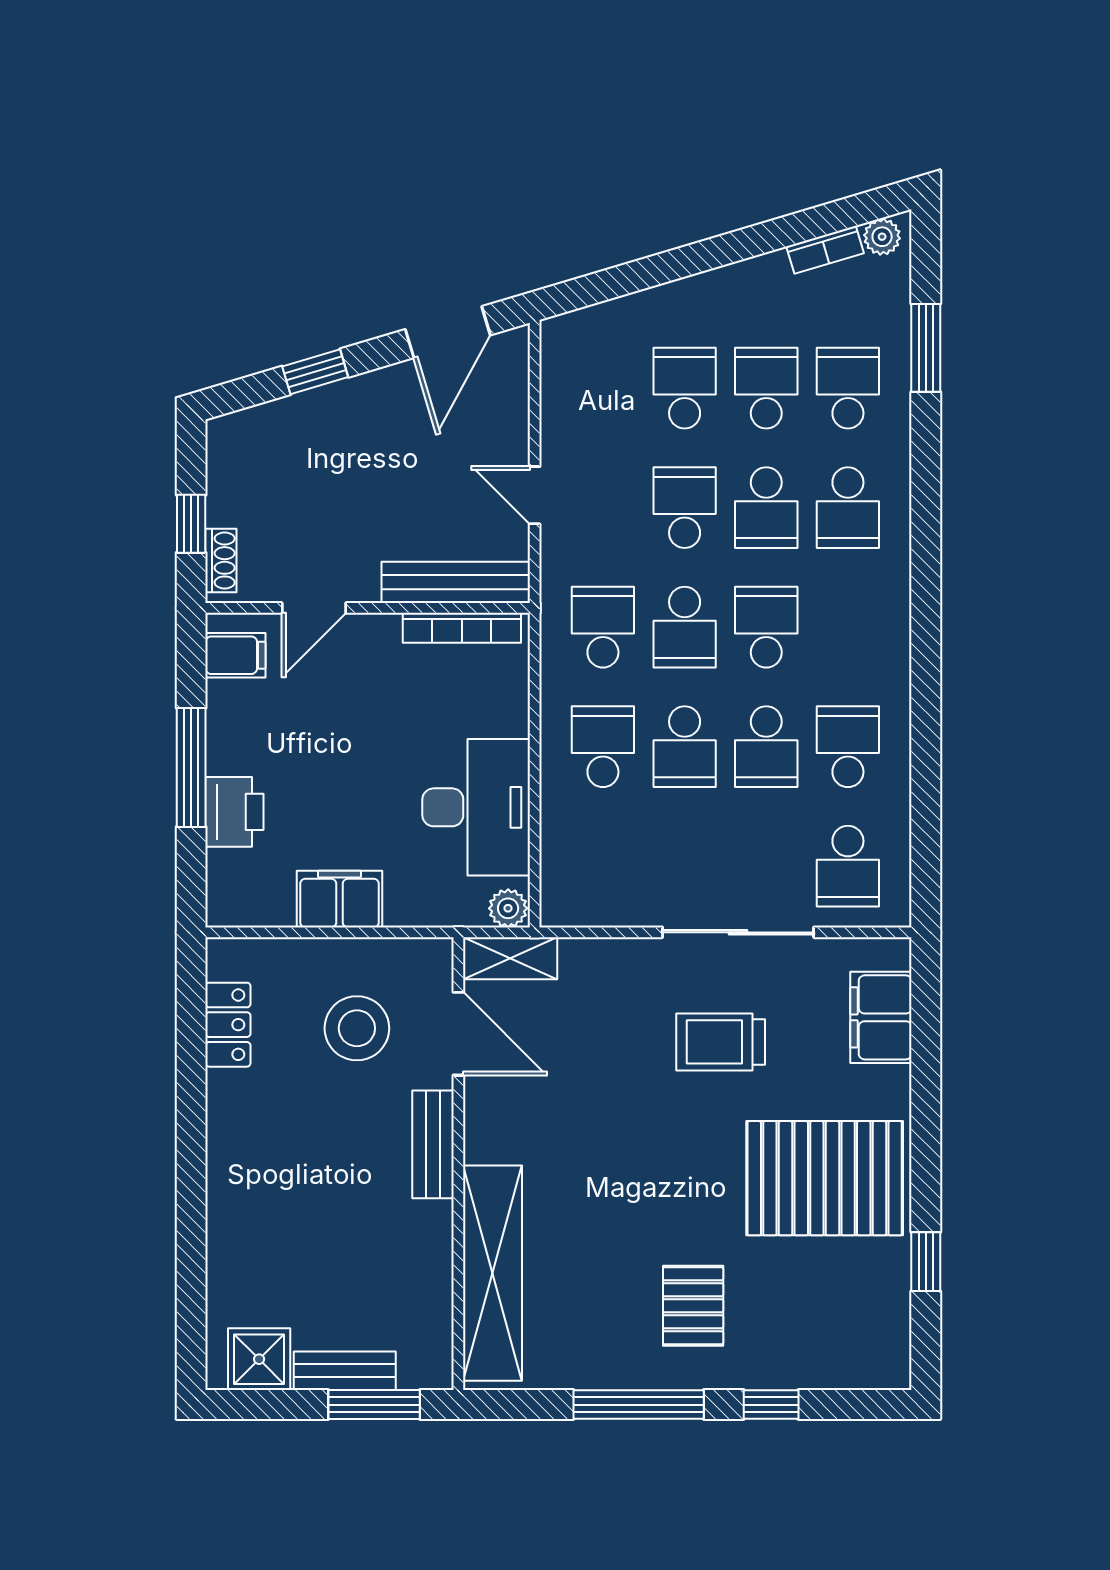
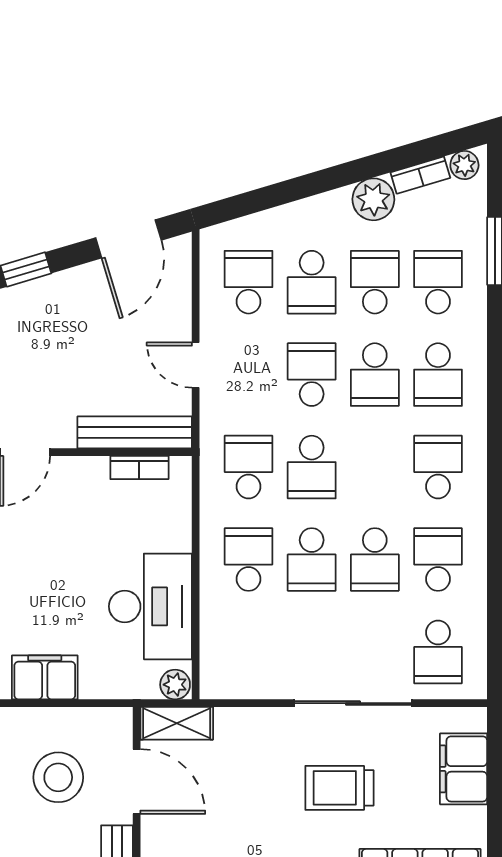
plant: (764, 281) -> (373, 199), added
school desk: (603, 388) -> (248, 282), added
school desk: (685, 388) -> (312, 282), turned 180
school desk: (766, 627) -> (438, 467), moved
bookcase: (462, 628) -> (139, 468), width x0.64

